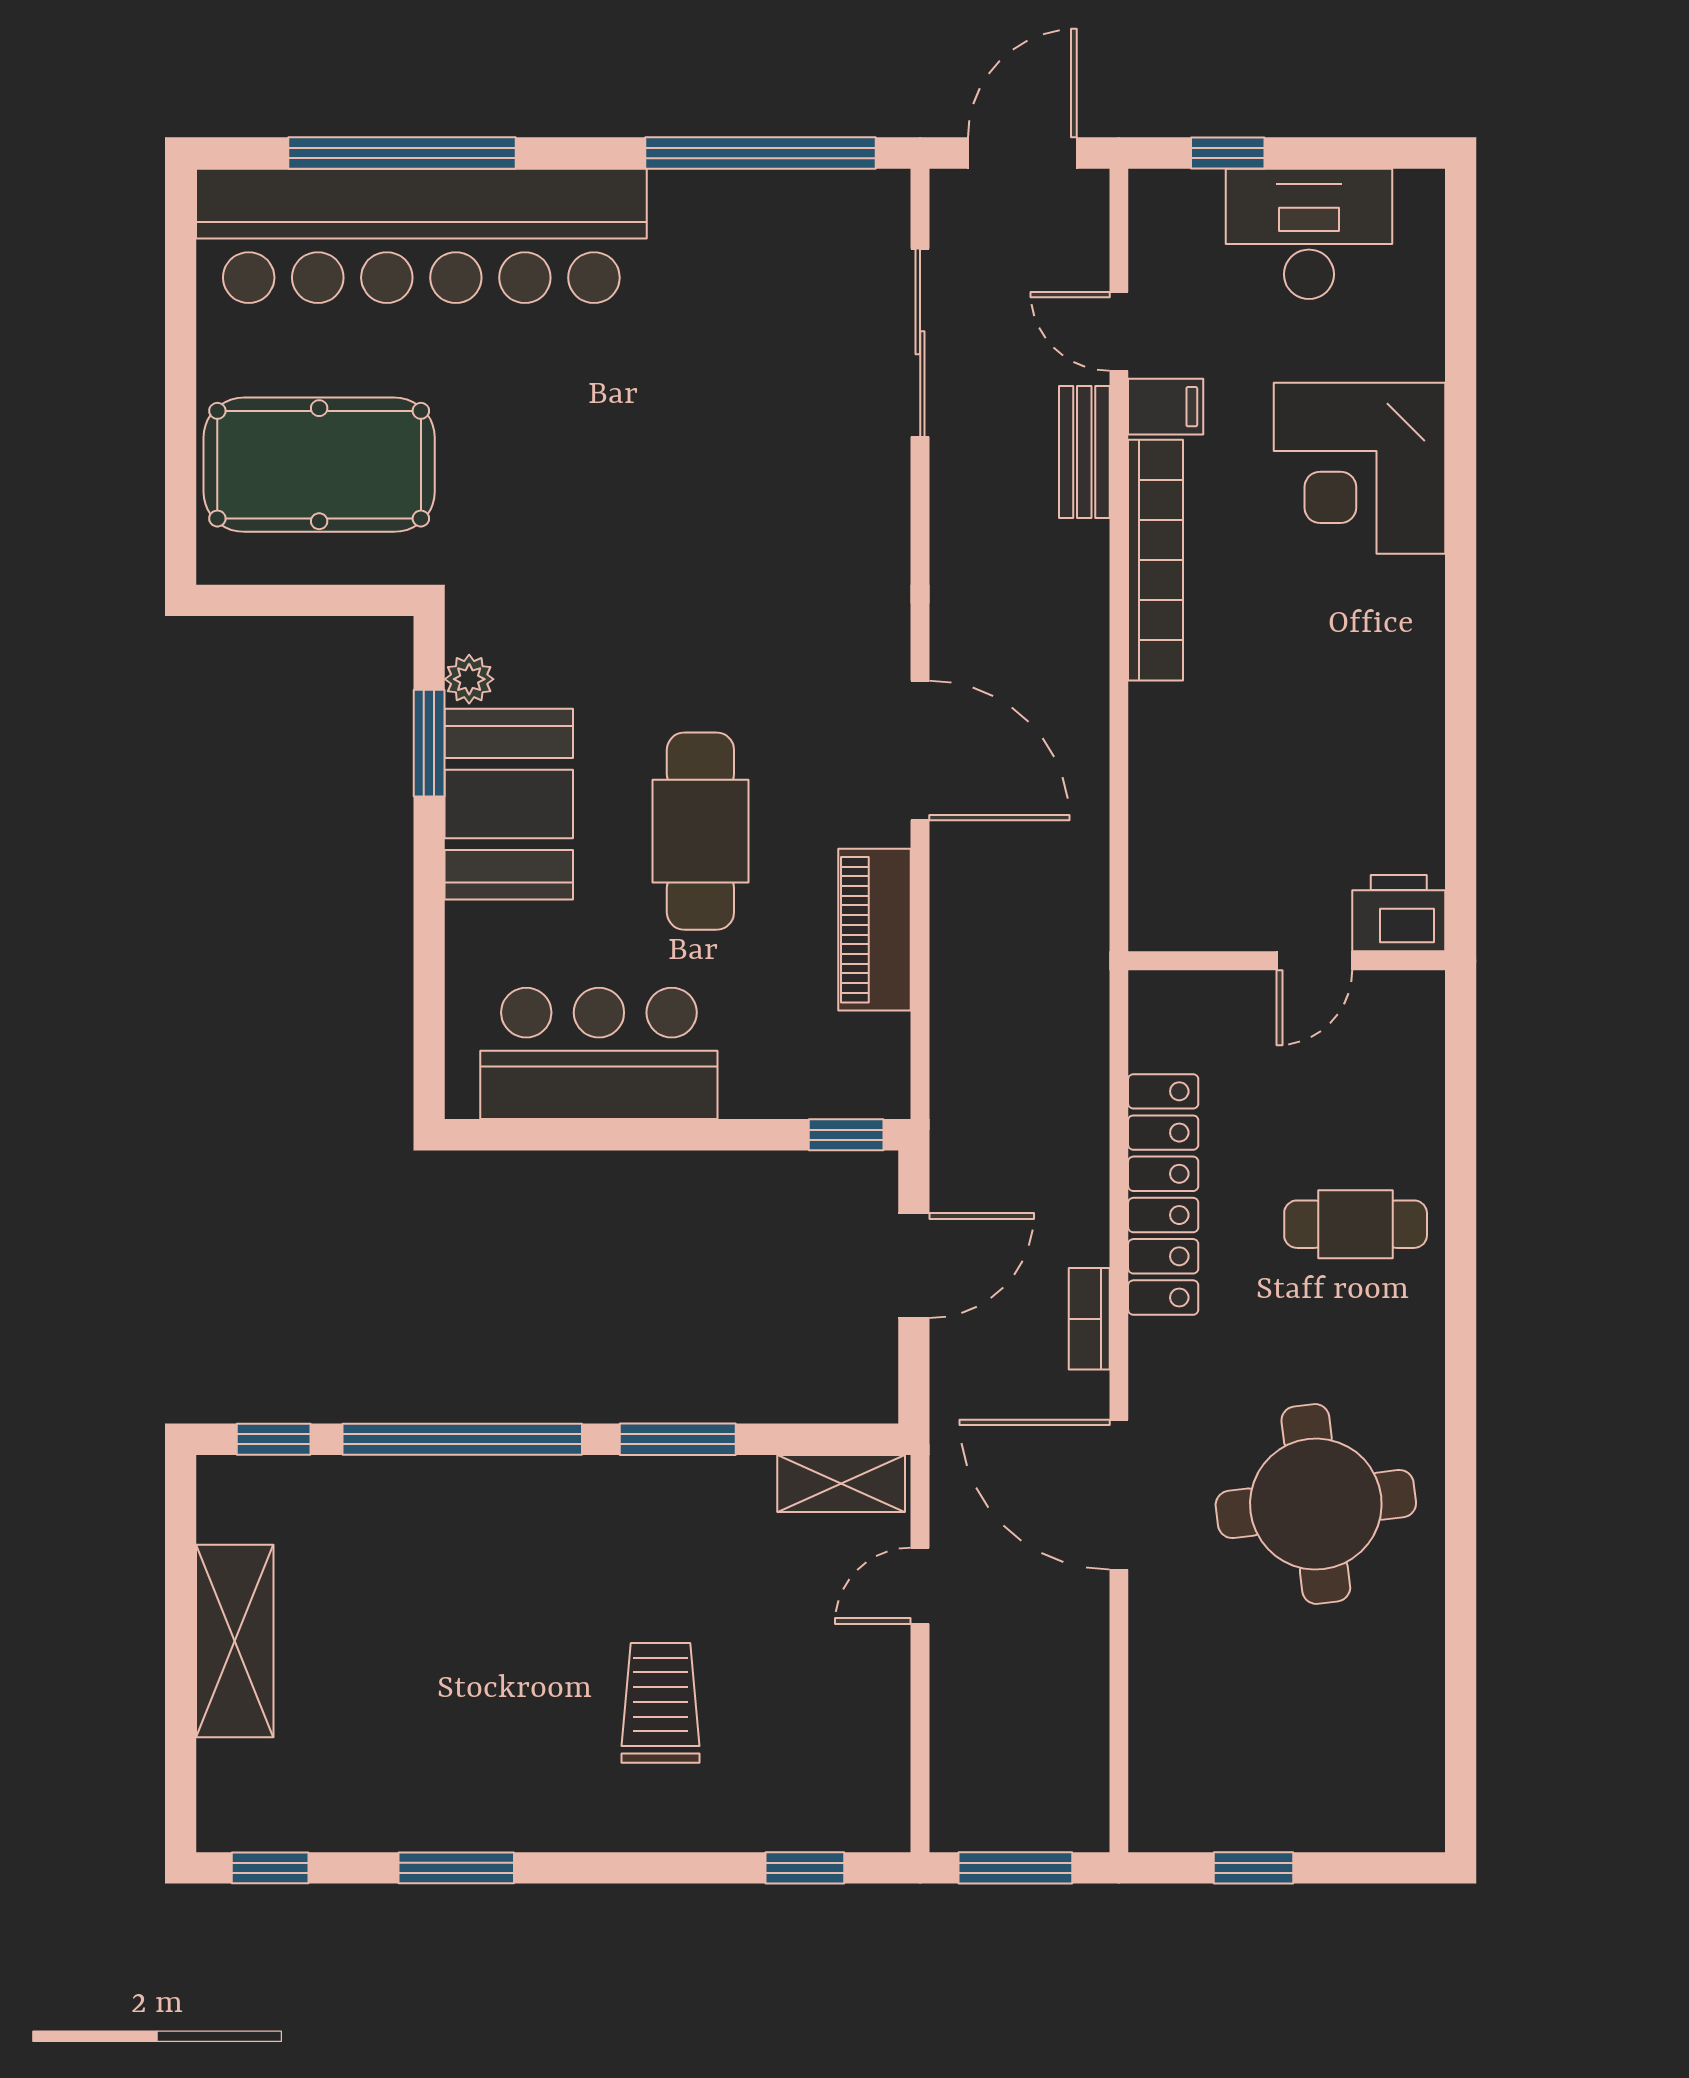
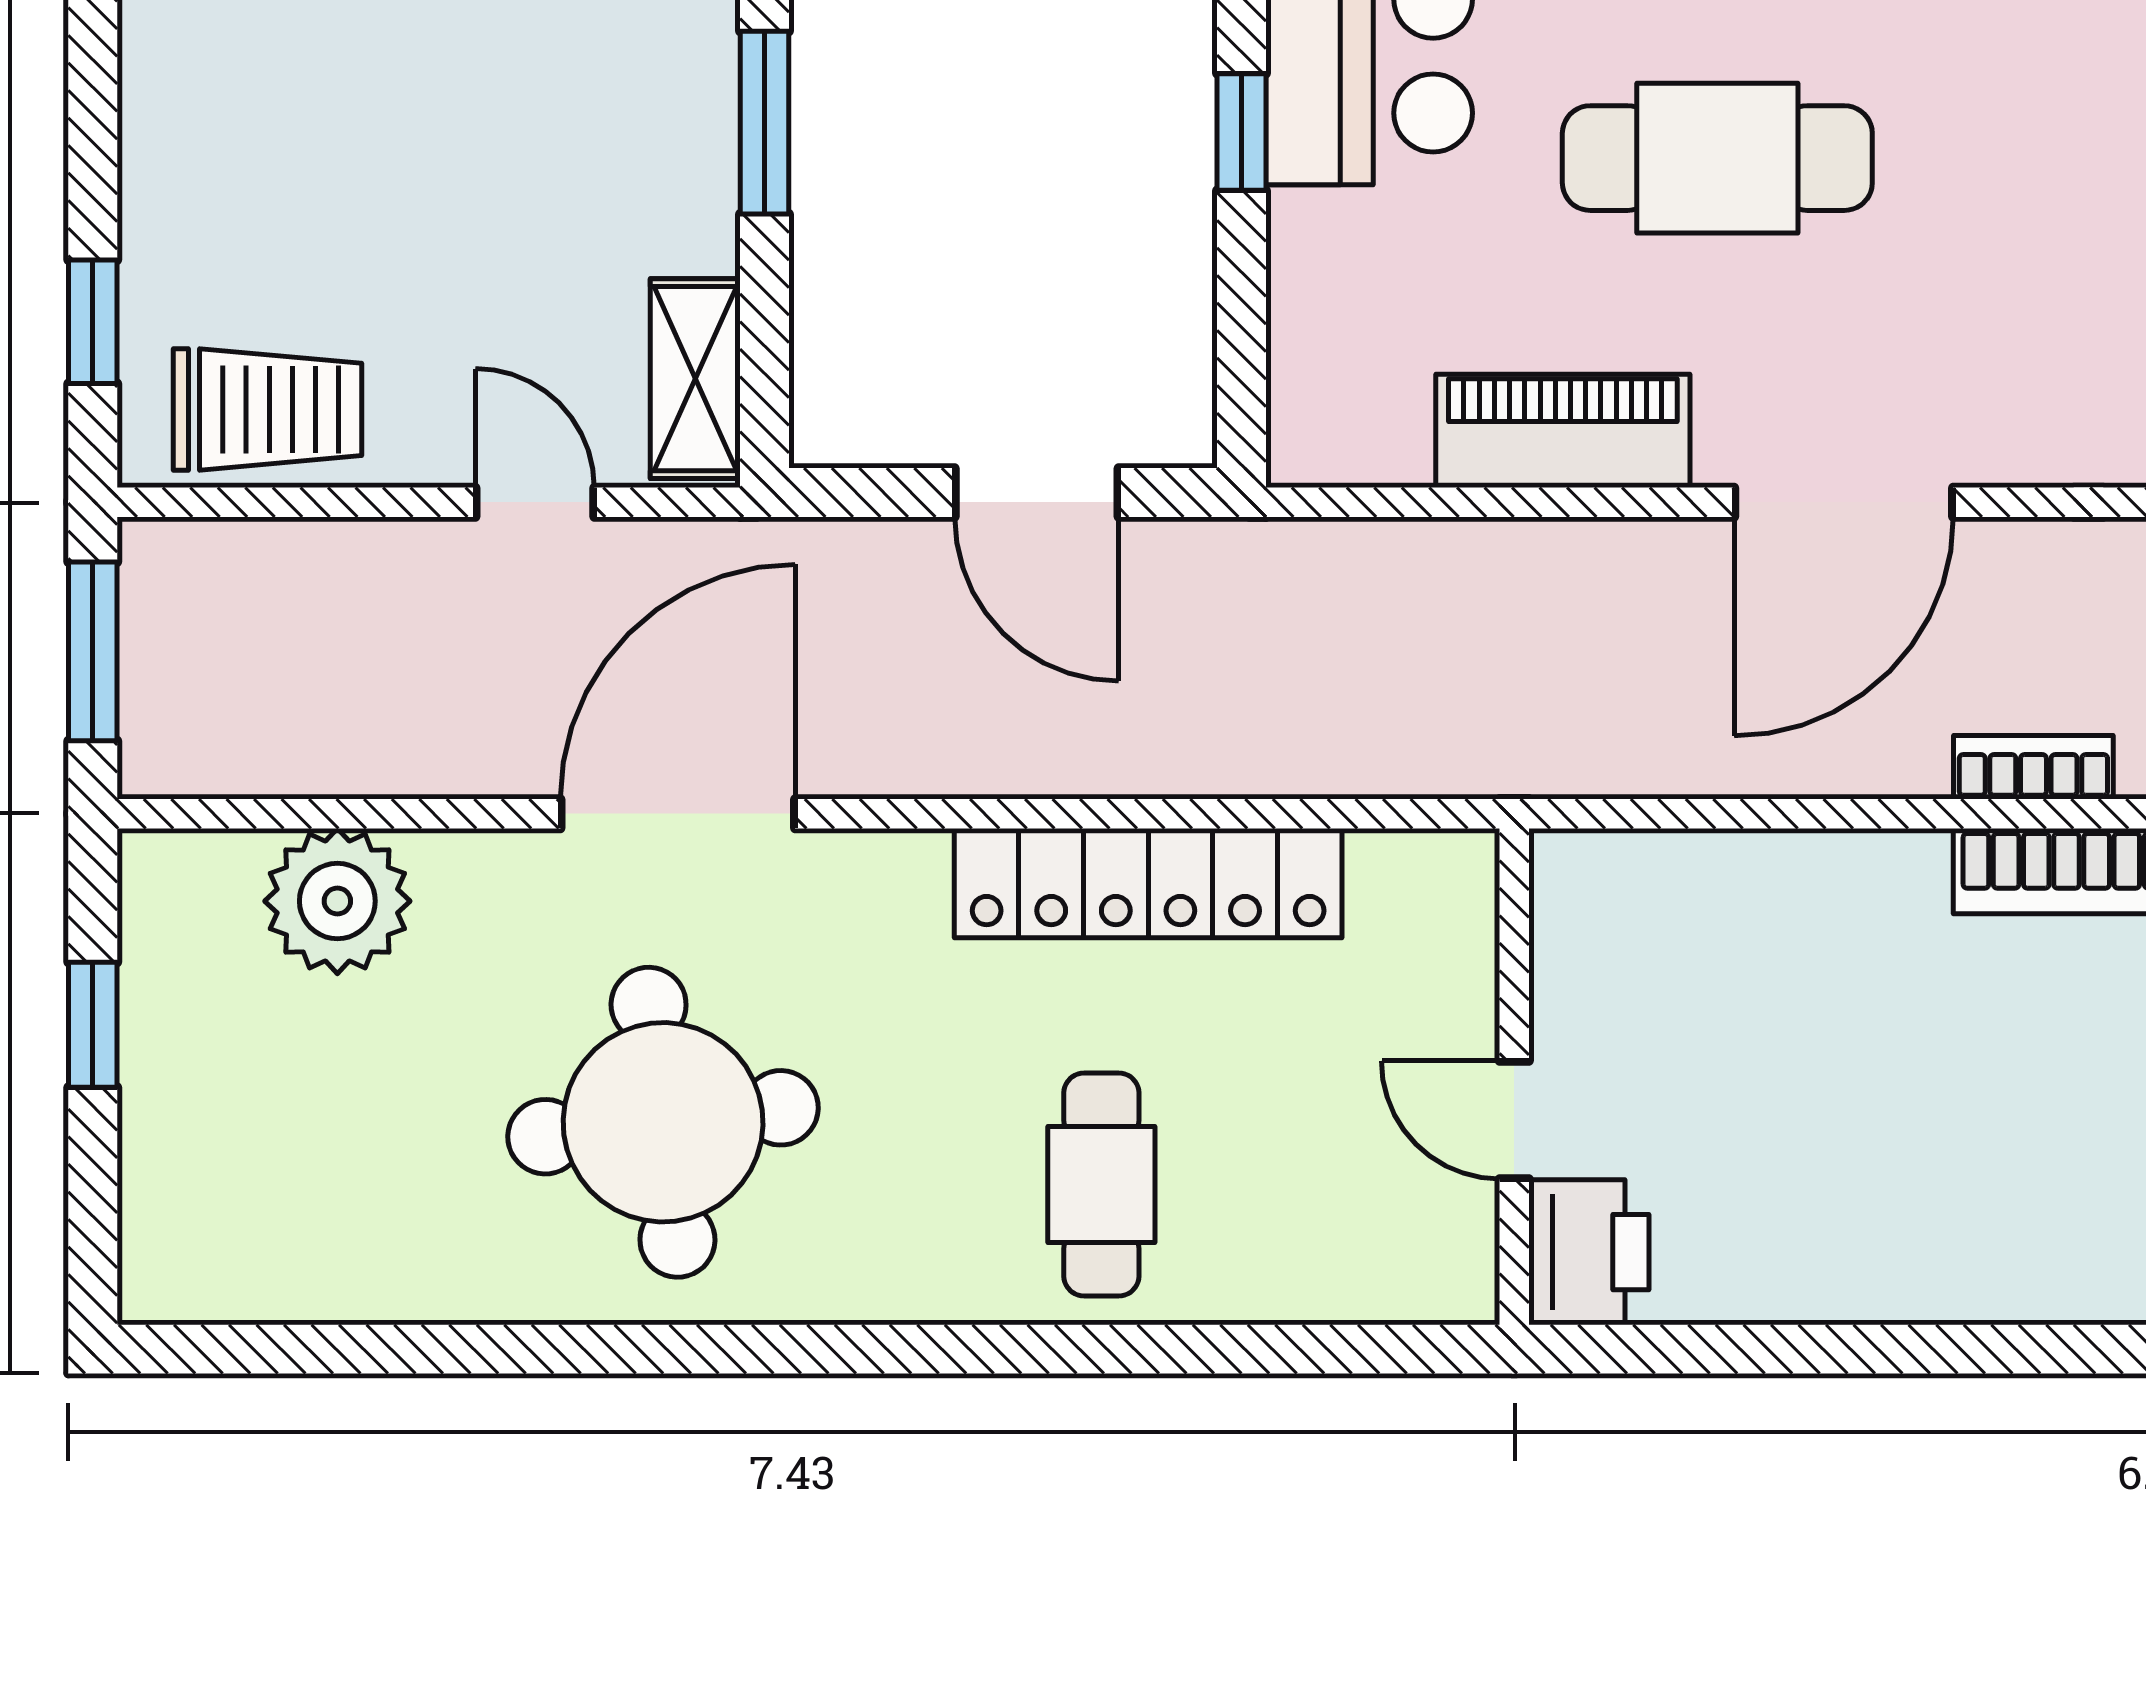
window: (846, 1135) -> (1242, 132), moved
bookcase: (1089, 1319) -> (2033, 767), moved
trolley: (660, 1703) -> (268, 409), moved
plant: (1175, 1712) -> (337, 901), added

